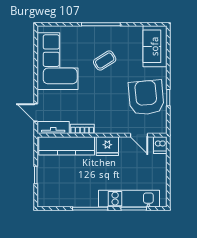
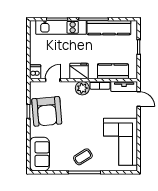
coffee table: (105, 61) -> (83, 157), moved
plant: (103, 125) -> (82, 88), added
door: (139, 135) -> (53, 80), hinge flipped
kitchen counter: (67, 146) -> (113, 71), width x0.67
kitchen counter: (71, 198) -> (109, 28), added

